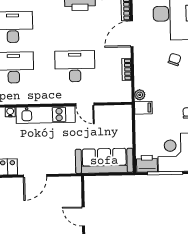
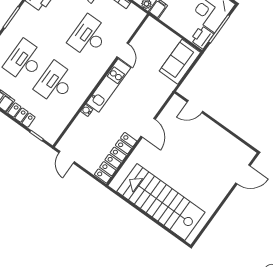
door: (85, 104) -> (123, 50), hinge flipped
sofa: (104, 161) -> (180, 62), width x0.73
door: (83, 216) -> (195, 107), moved

